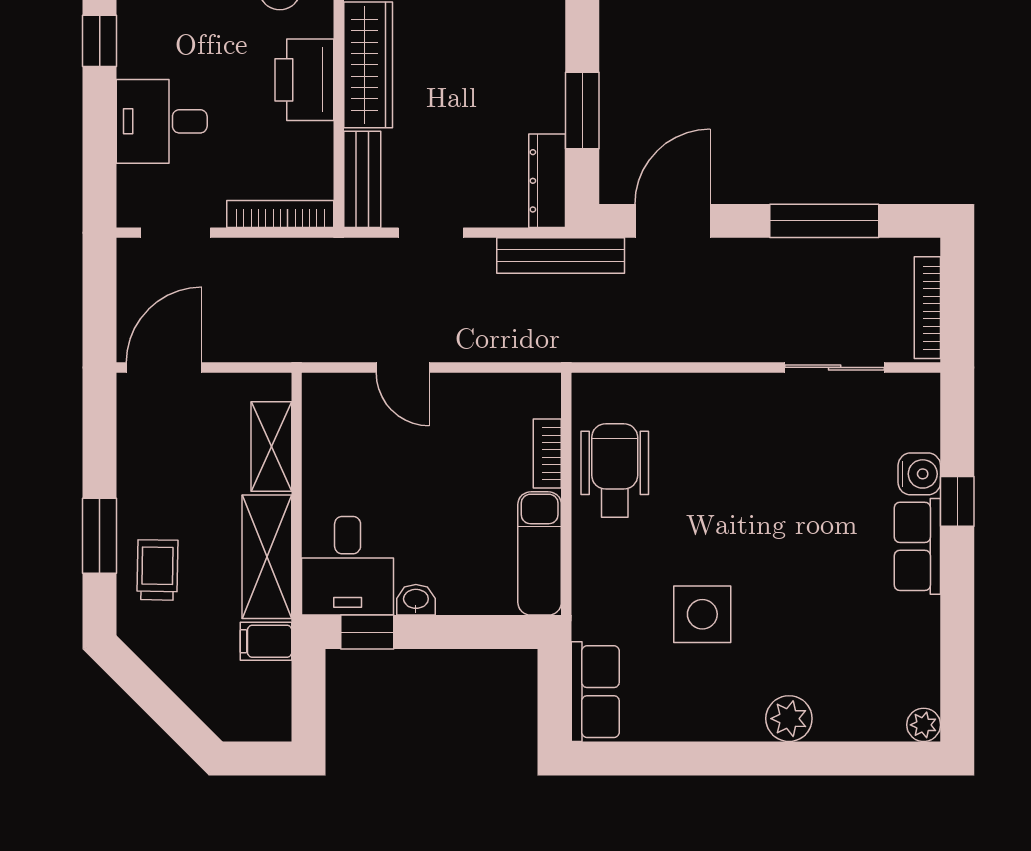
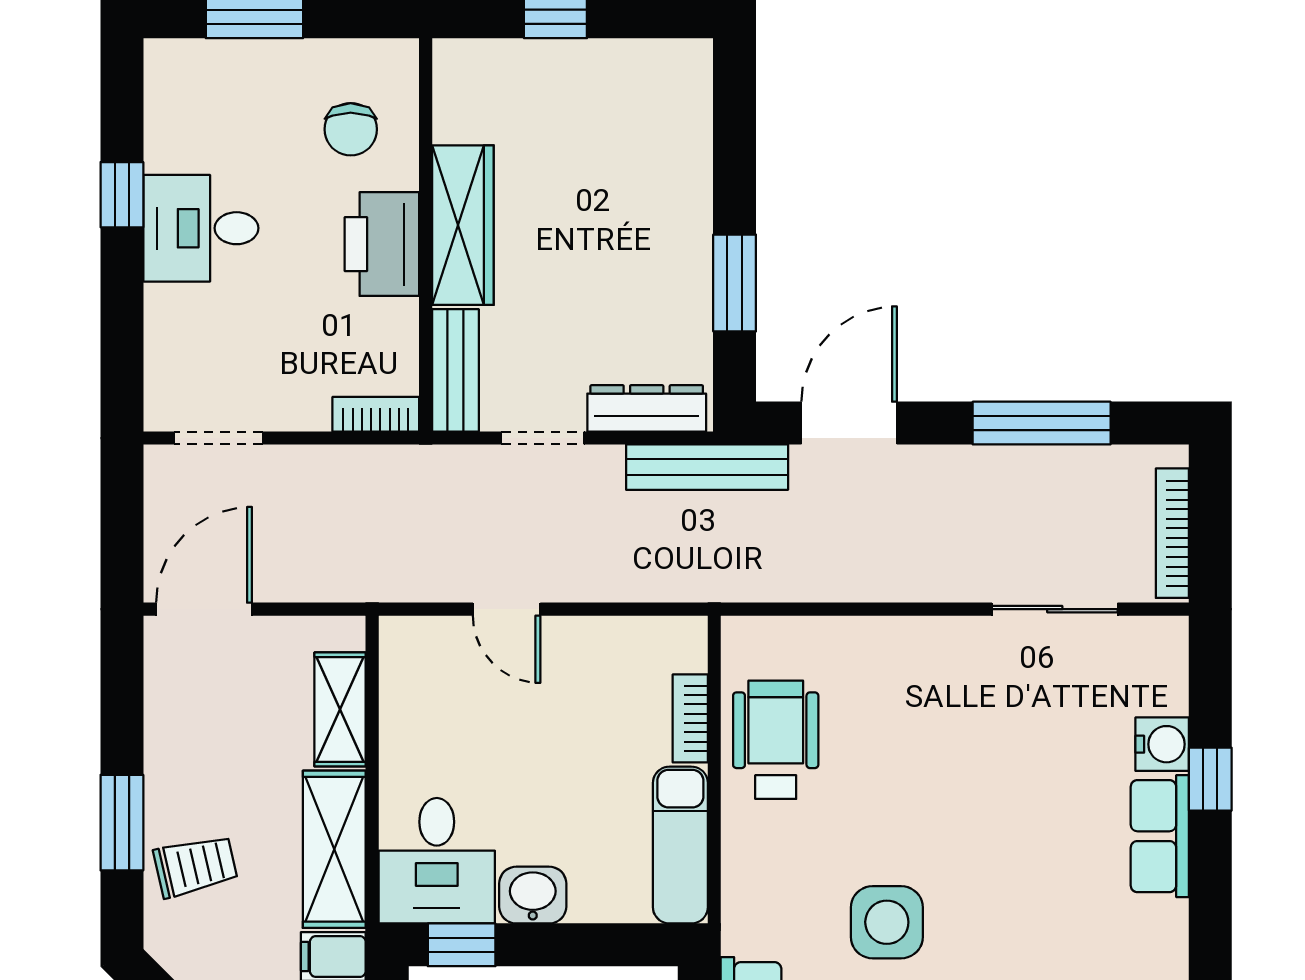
desk: (162, 121) -> (201, 228), moved
dresser: (547, 181) -> (647, 408), moved, turned 90
bookcase: (280, 214) -> (376, 414), width x0.64
trolley: (157, 570) -> (195, 866), turned 76
washbasin: (416, 600) -> (533, 895), width x1.38, depth x1.45

